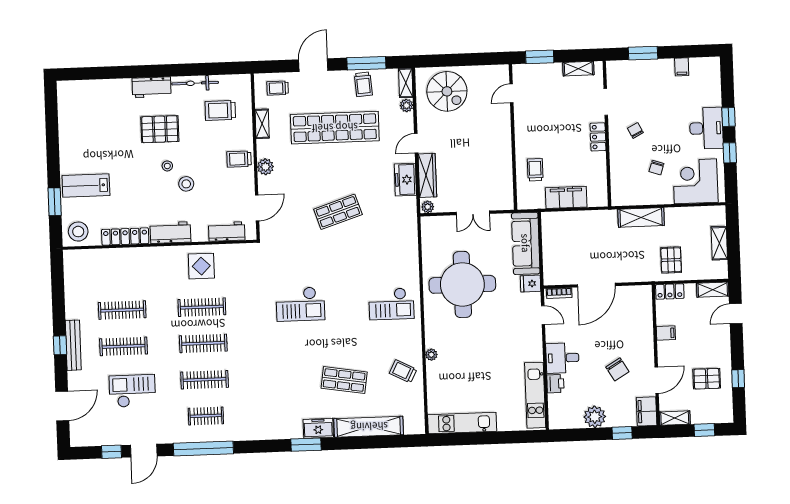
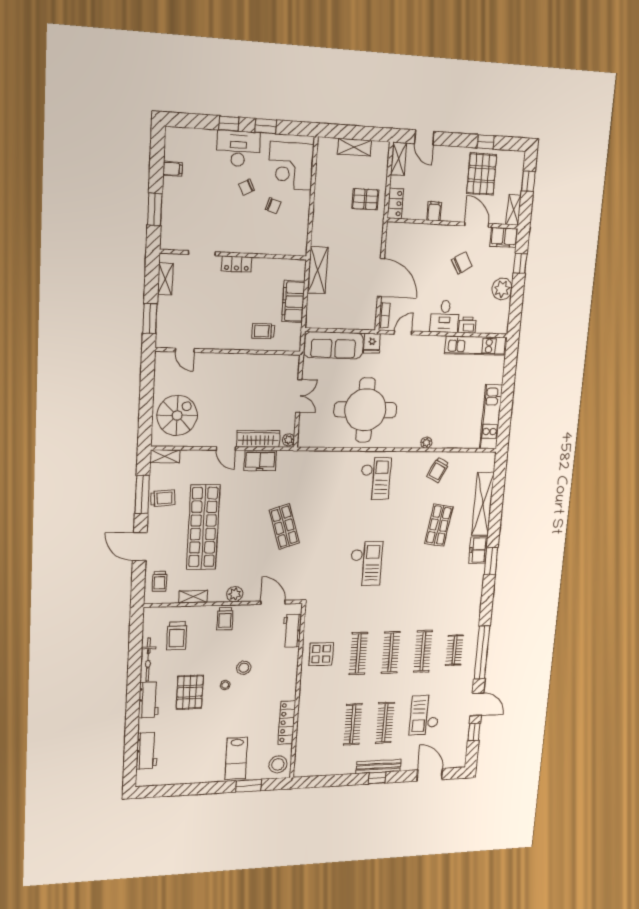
plant: (406, 105) -> (188, 456), removed
chair: (635, 130) -> (247, 187), moved
shelving: (641, 217) -> (318, 270), moved
workbench: (170, 232) -> (147, 751), moved, turned 180
pallet: (707, 379) -> (482, 174), width x1.50, depth x1.42

